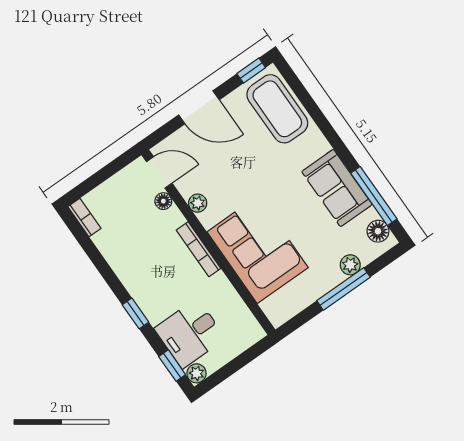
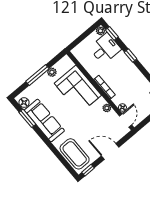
door: (159, 172) -> (125, 120), swing flipped
sofa: (337, 188) -> (44, 120), width x1.36
window: (374, 196) -> (27, 118), width x0.69
plant: (350, 265) -> (52, 72), moved

